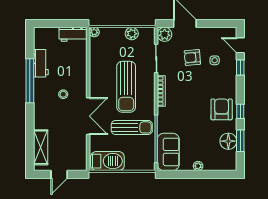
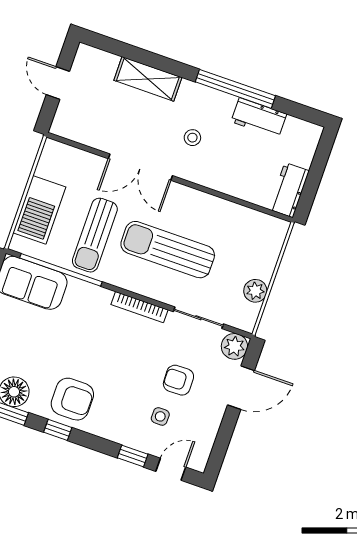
plant: (94, 32) -> (280, 228), removed
armchair: (192, 57) -> (178, 380), turned -86
shelving: (41, 147) -> (148, 79), moved
barbecue: (107, 161) -> (39, 210), moved

